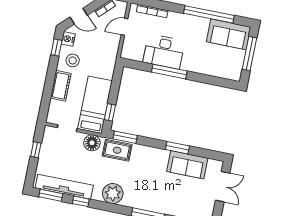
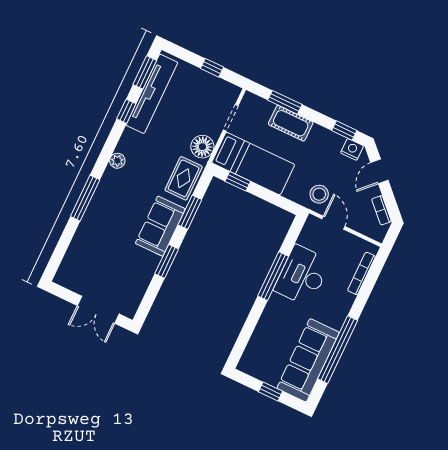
door: (124, 27) -> (333, 223), moved
sofa: (229, 34) -> (308, 360), width x1.36
window: (249, 54) -> (270, 392), width x0.46
stool: (73, 60) -> (319, 194), moved
window: (47, 93) -> (285, 102), added
window: (125, 137) -> (190, 212), moved
sofa: (187, 165) -> (160, 226), moved
plant: (113, 194) -> (117, 161), width x0.53, depth x0.53

